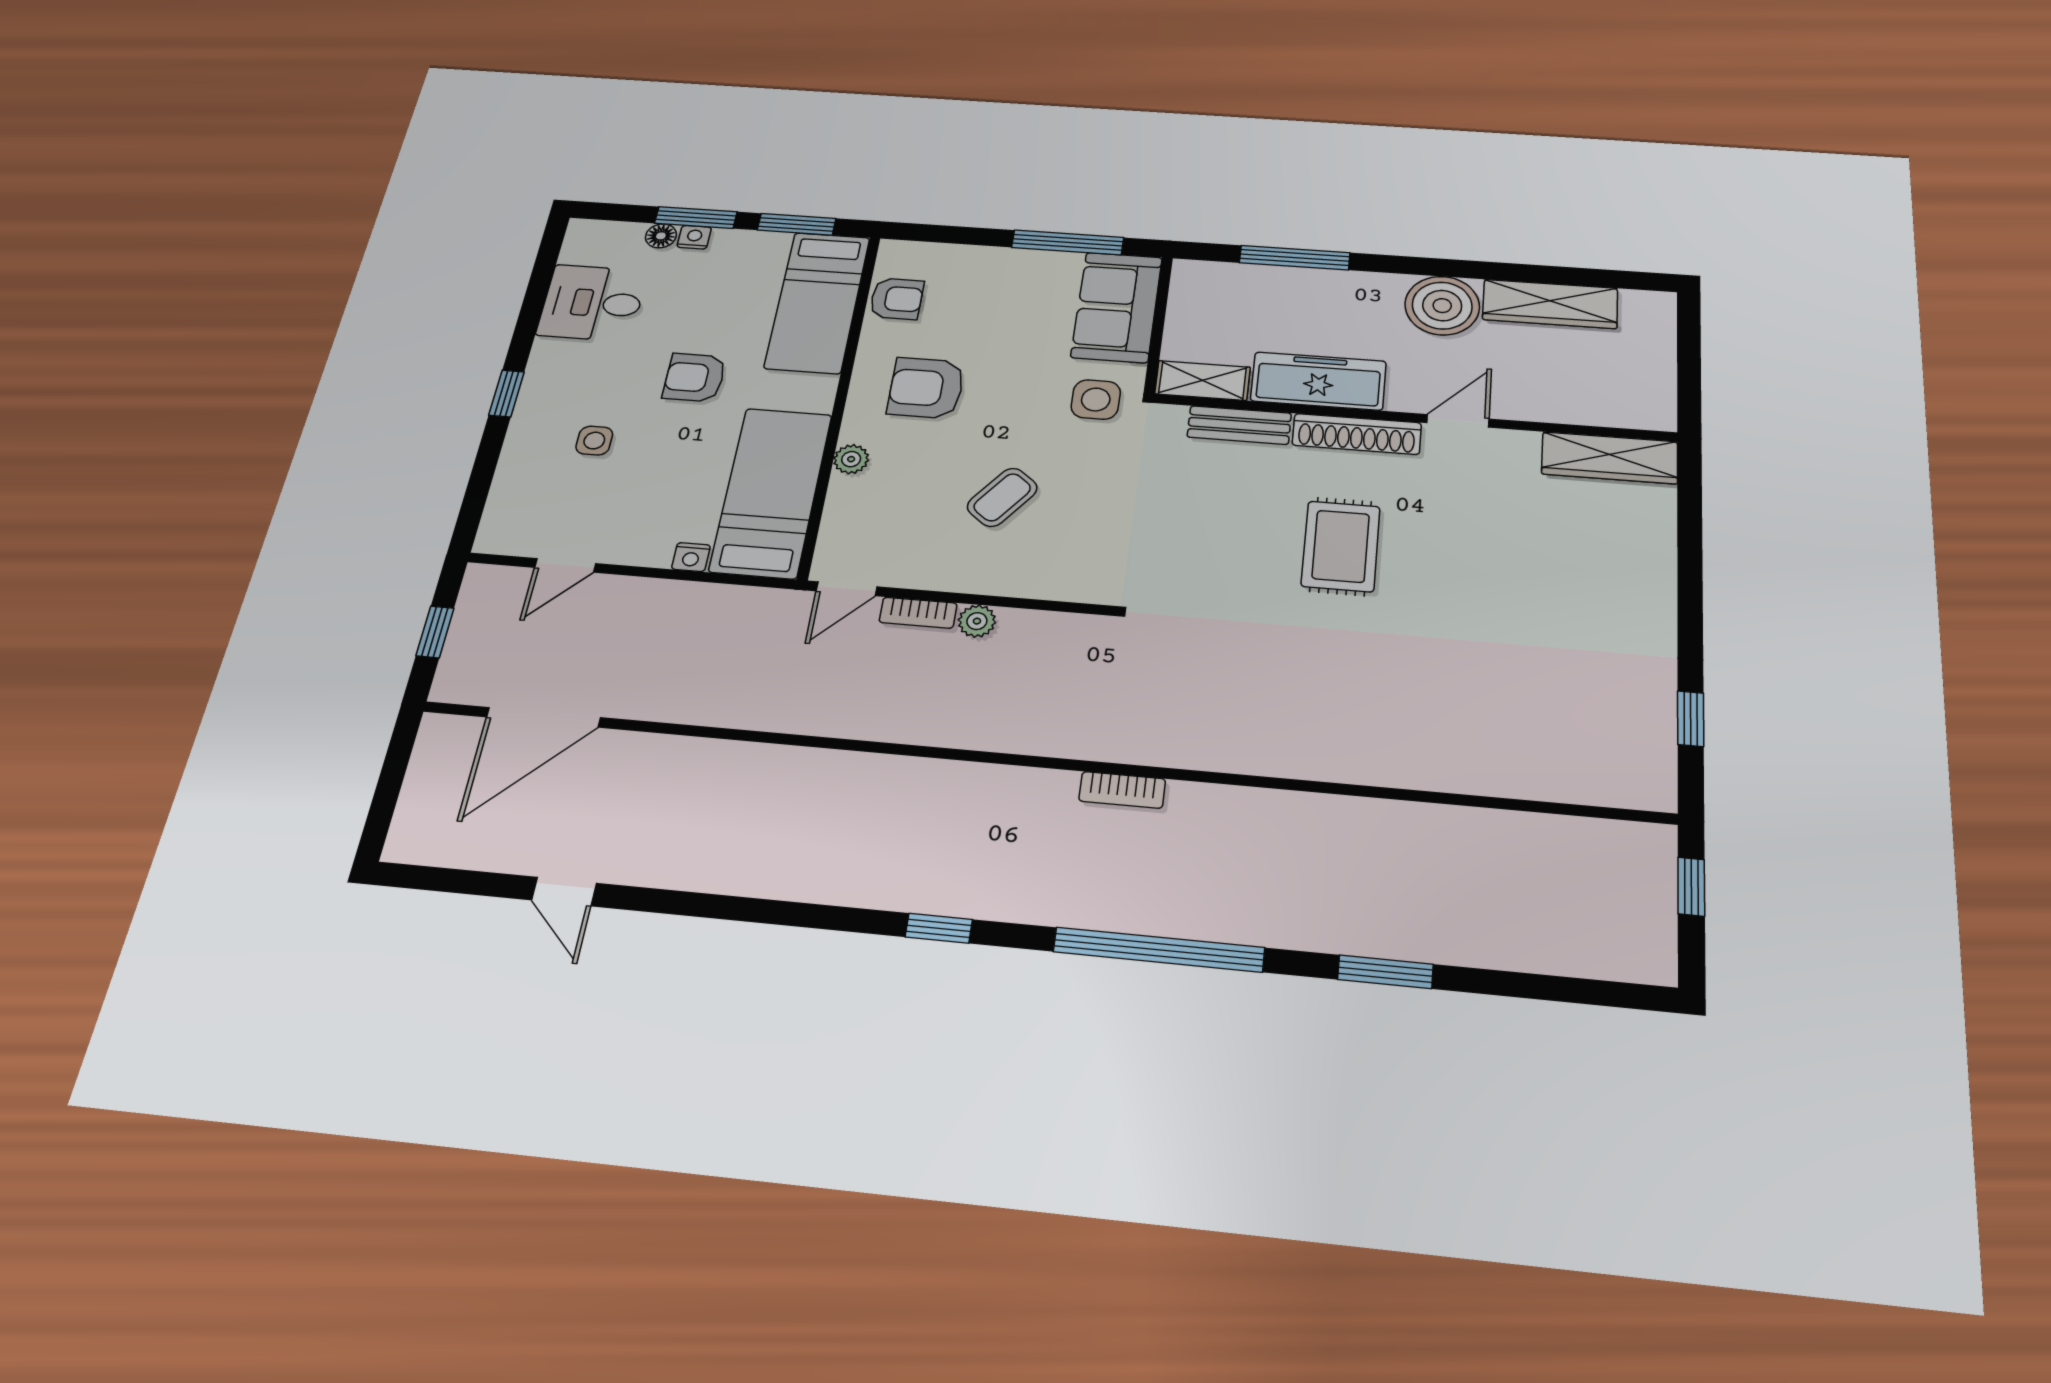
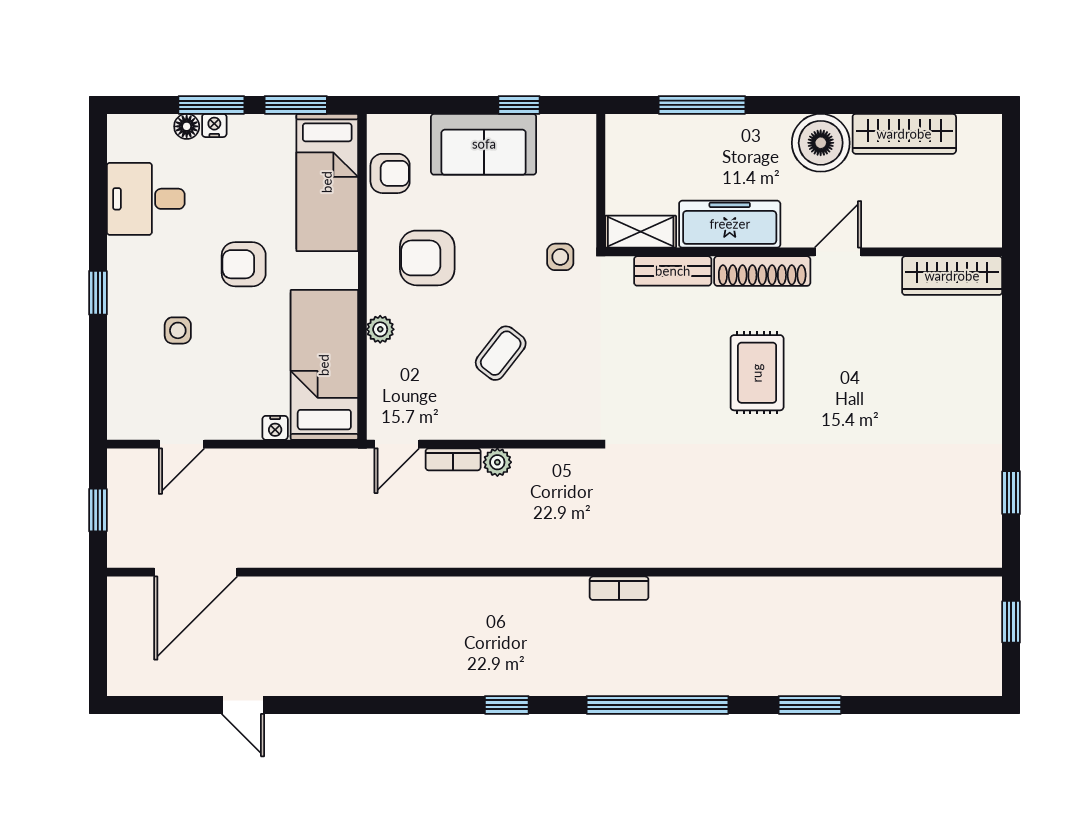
window: (1068, 242) -> (519, 105), width x0.46
sofa: (1117, 307) -> (484, 144), moved, turned -90
side table: (1096, 400) -> (560, 257), width x0.73, depth x0.73

